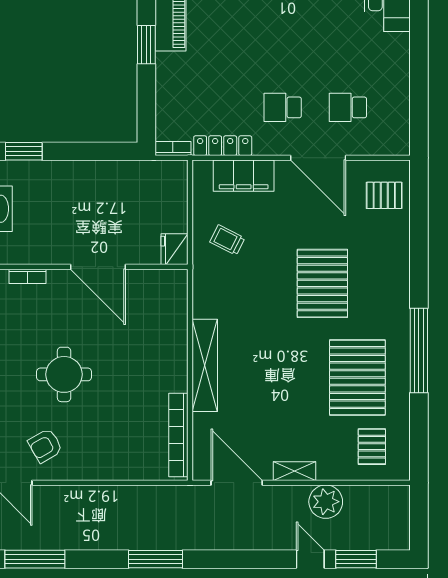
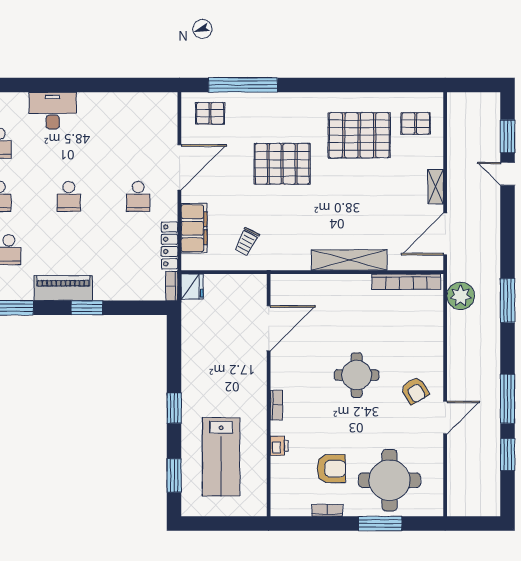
school desk: (348, 107) -> (69, 196), moved
pallet: (384, 195) -> (210, 113), turned 90
fridge: (174, 249) -> (192, 287), moved, turned -90
door: (98, 267) -> (269, 328), moved
window: (419, 351) -> (243, 85), moved
plant: (326, 502) -> (461, 296), moved
door: (310, 559) -> (508, 174), hinge flipped

